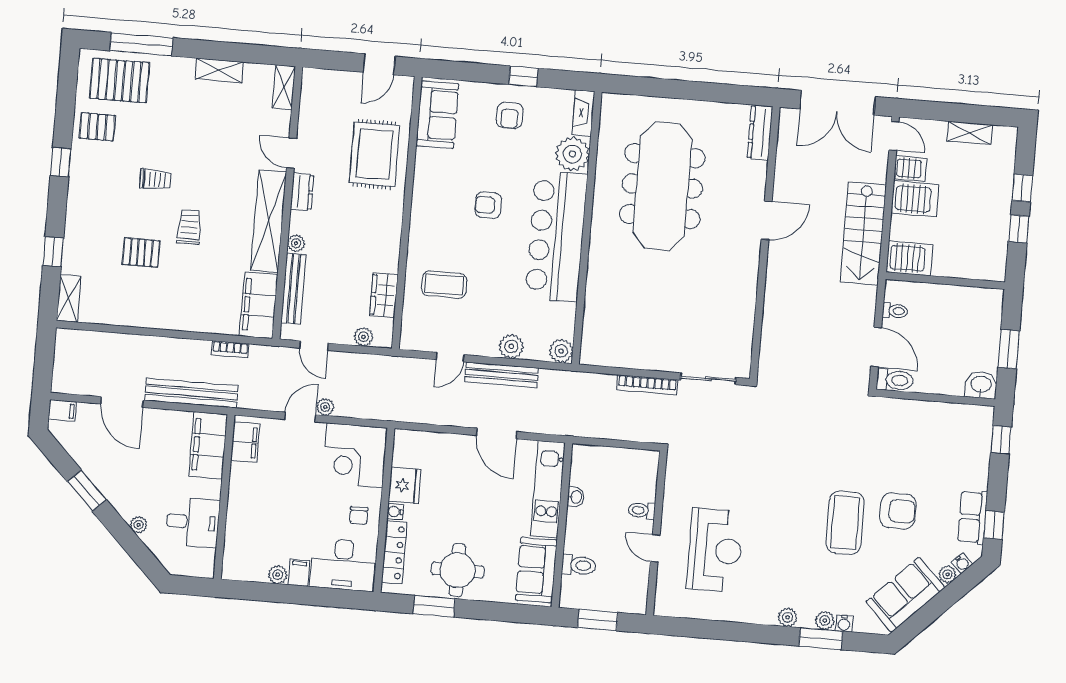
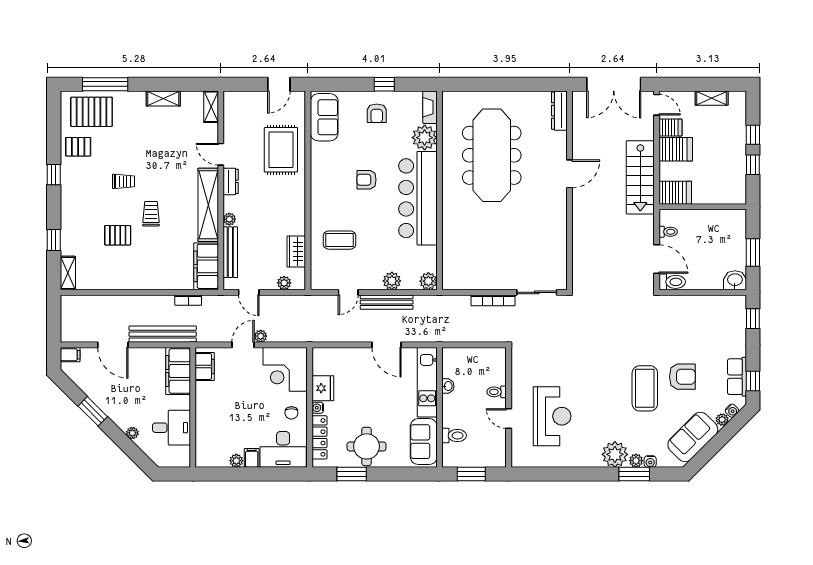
plant: (788, 617) -> (615, 454), width x1.88, depth x1.88

